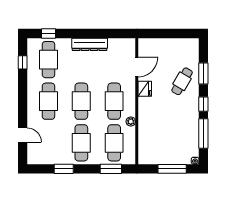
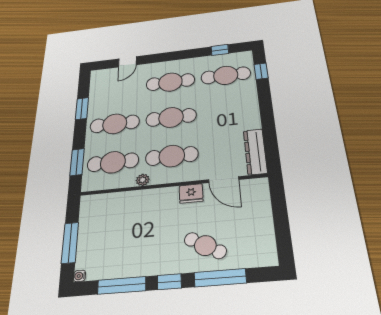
dresser: (90, 44) -> (255, 152), moved
window: (203, 73) -> (220, 278), width x1.44

